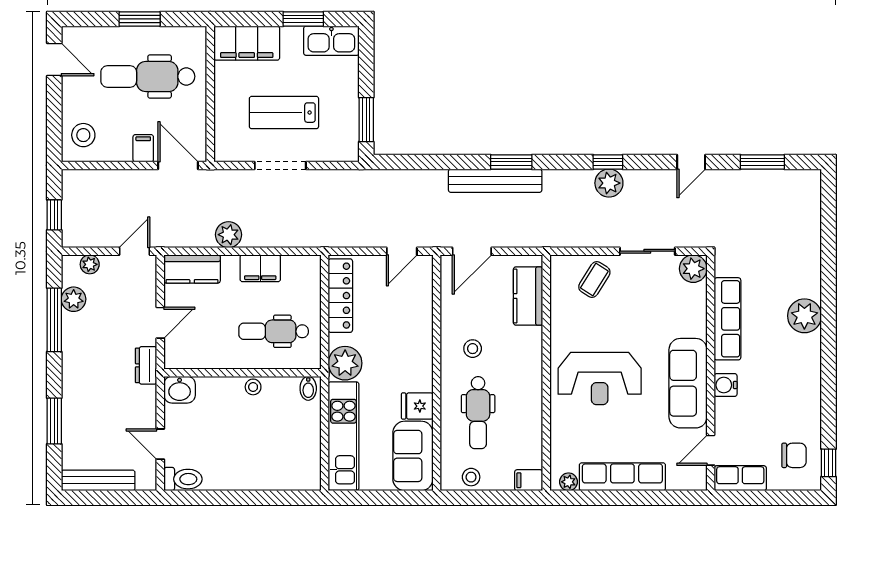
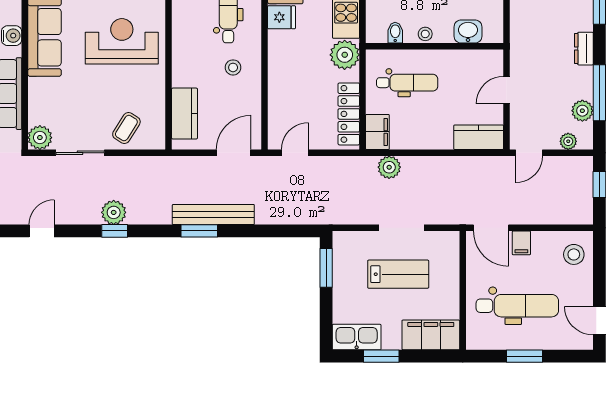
plant: (228, 235) -> (389, 167), moved
filing cabinet: (260, 268) -> (377, 132), moved, turned 90
dresser: (146, 365) -> (584, 49), moved, turned 180
bidet: (308, 388) -> (395, 33), moved
washbasin: (180, 390) -> (468, 32), moved

